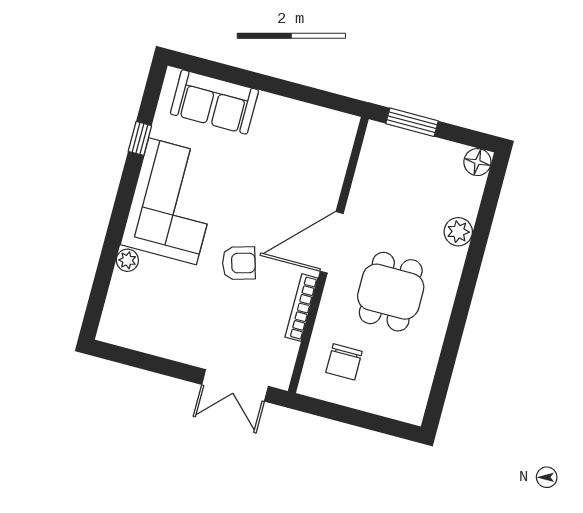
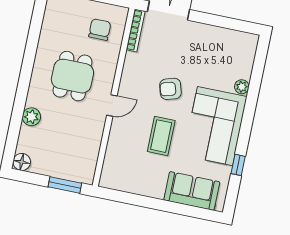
coffee table: (257, 190) -> (161, 136), added
door: (332, 242) -> (112, 105), width x0.53
bookcase: (301, 308) -> (136, 31), moved

